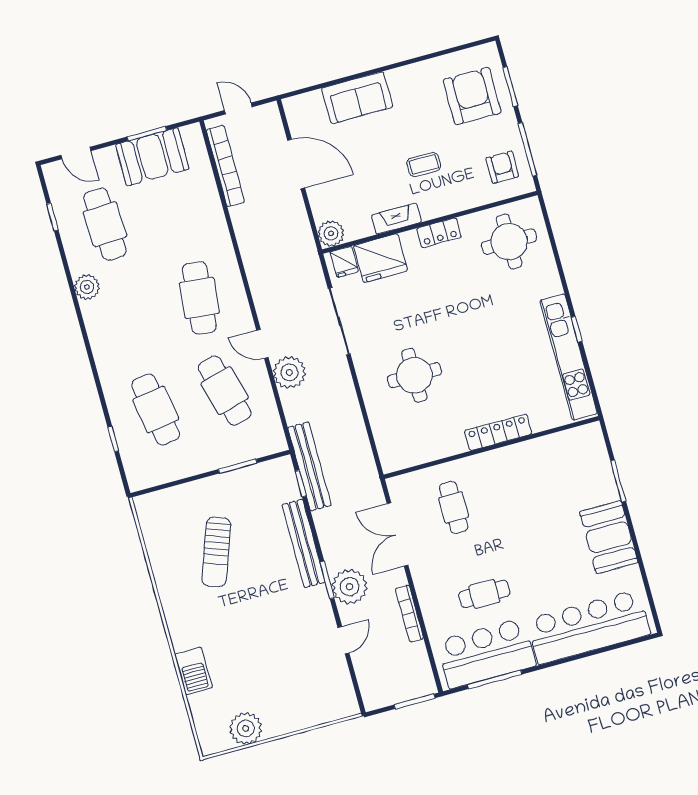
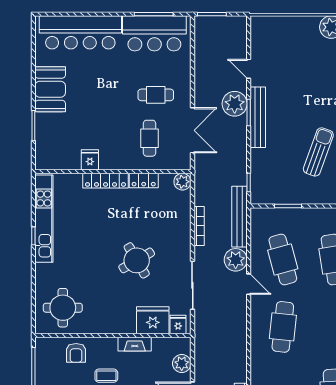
armchair: (502, 167) -> (76, 353), moved
plant: (331, 233) -> (182, 363), moved
locker: (439, 233) -> (144, 180), moved, turned 180
round table: (414, 375) -> (137, 260), moved, turned -30
fridge: (527, 455) -> (90, 160), added
plant: (392, 460) -> (182, 182), added
bench: (309, 466) -> (239, 217), moved
bench: (304, 543) -> (258, 117), moved
cafe table: (484, 594) -> (156, 95), moved
bookcase: (409, 613) -> (199, 226), moved
door: (343, 640) -> (249, 69), hinge flipped

